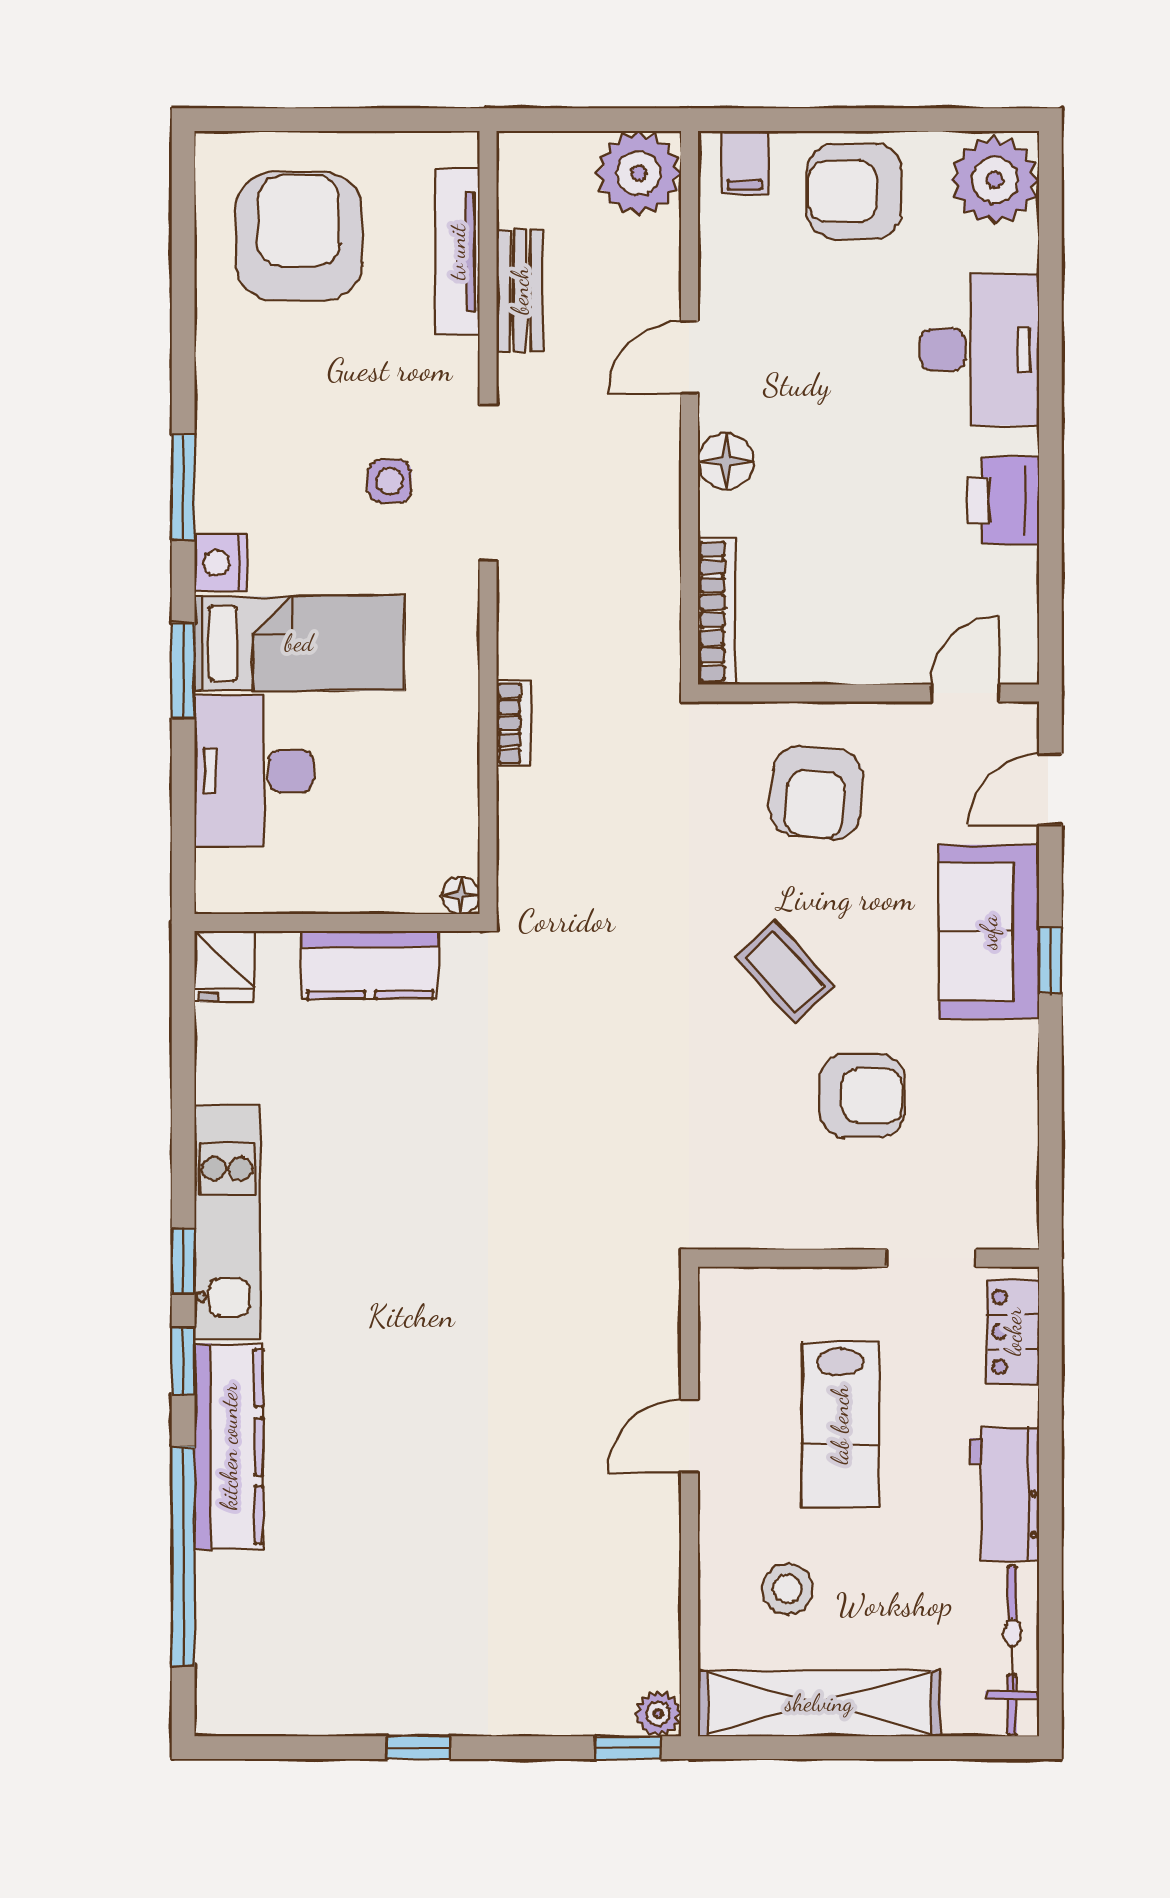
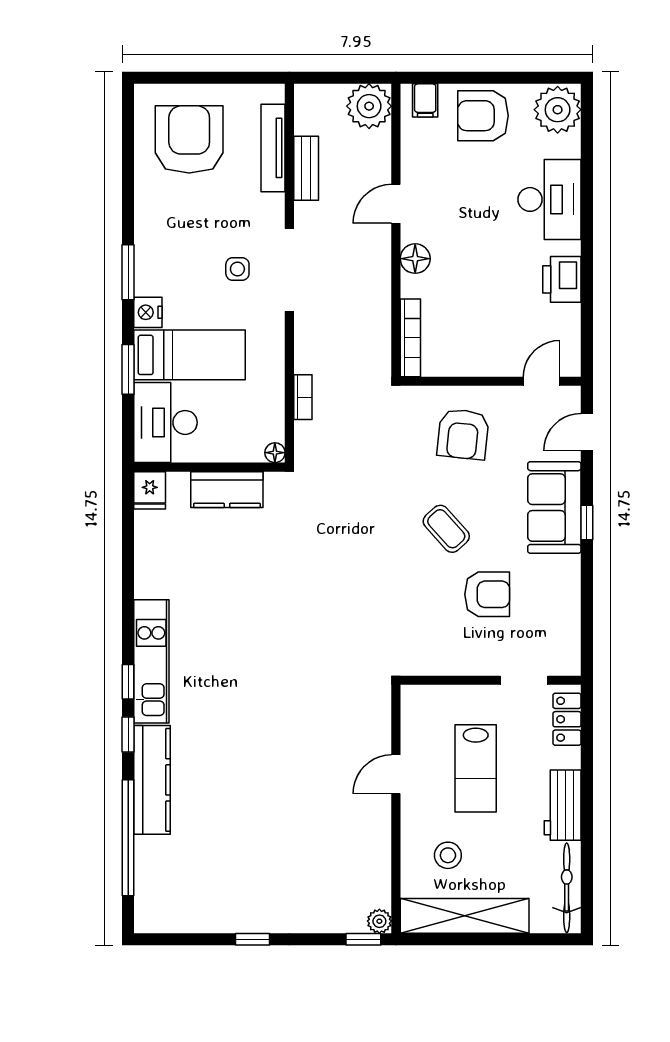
floor lamp: (461, 895) -> (275, 453), moved
wall: (337, 922) -> (209, 467), moved
kitchen counter: (370, 965) -> (227, 490), moved
fridge: (224, 966) -> (150, 490), moved

